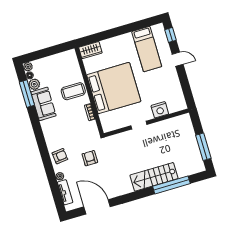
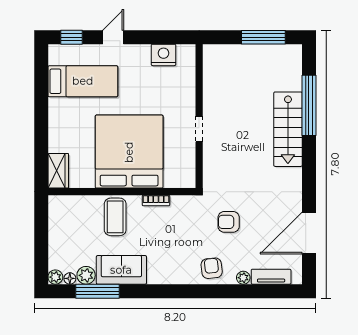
nightstand: (160, 110) -> (163, 55), moved, turned -90

